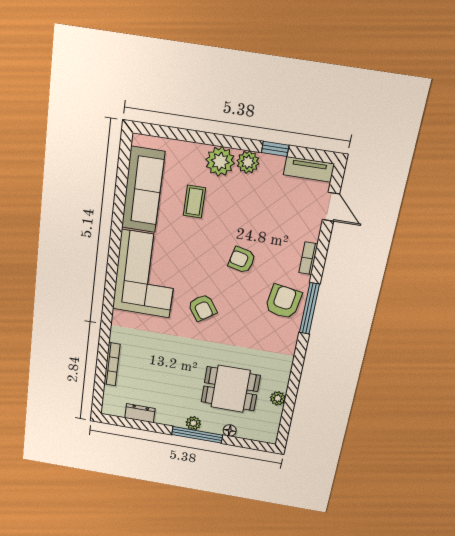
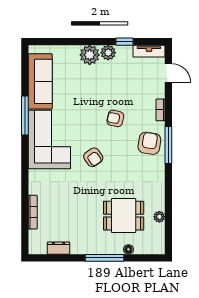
coffee table: (194, 202) -> (77, 84), removed
window: (116, 235) -> (25, 116), added
plant: (193, 423) -> (100, 249), removed

